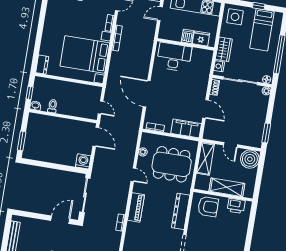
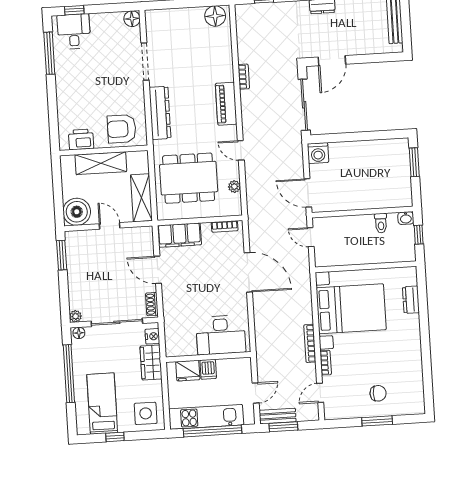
dresser: (42, 65) -> (411, 300), moved

